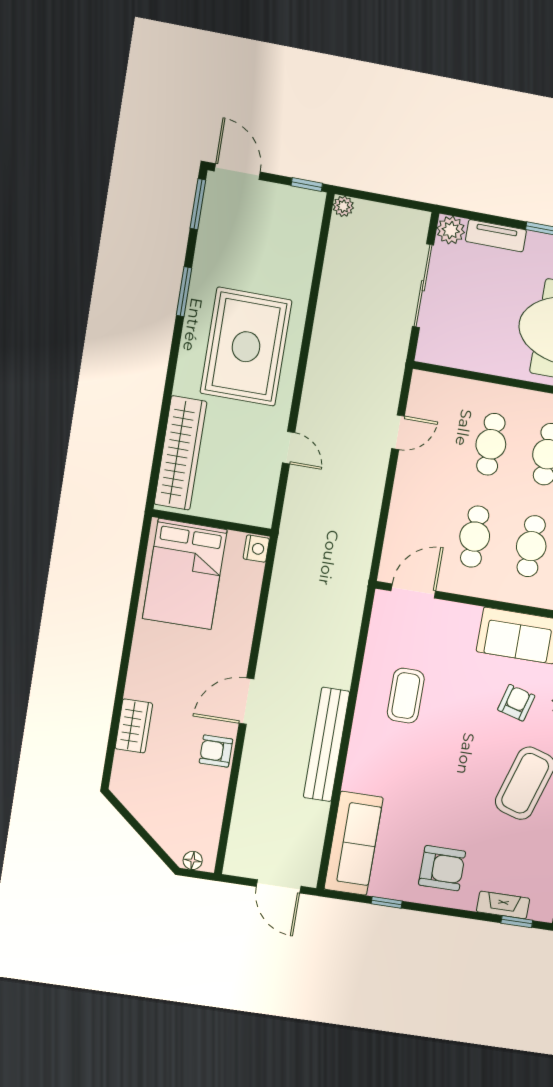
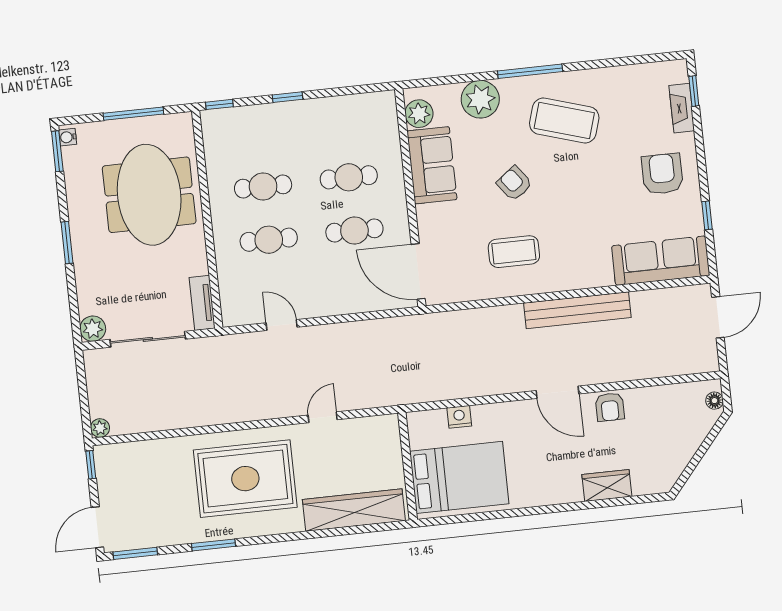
tv unit: (496, 236) -> (202, 303), moved, turned 180
nightstand: (256, 549) -> (459, 417), moved
door: (413, 591) -> (418, 271), width x1.36
armchair: (516, 703) -> (514, 183), moved, turned 38

